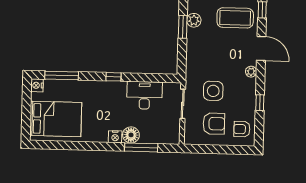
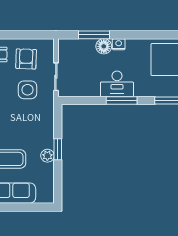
window: (113, 77) -> (122, 100), width x2.17
desk: (144, 95) -> (117, 84), moved
armchair: (214, 124) -> (26, 59), turned 92

